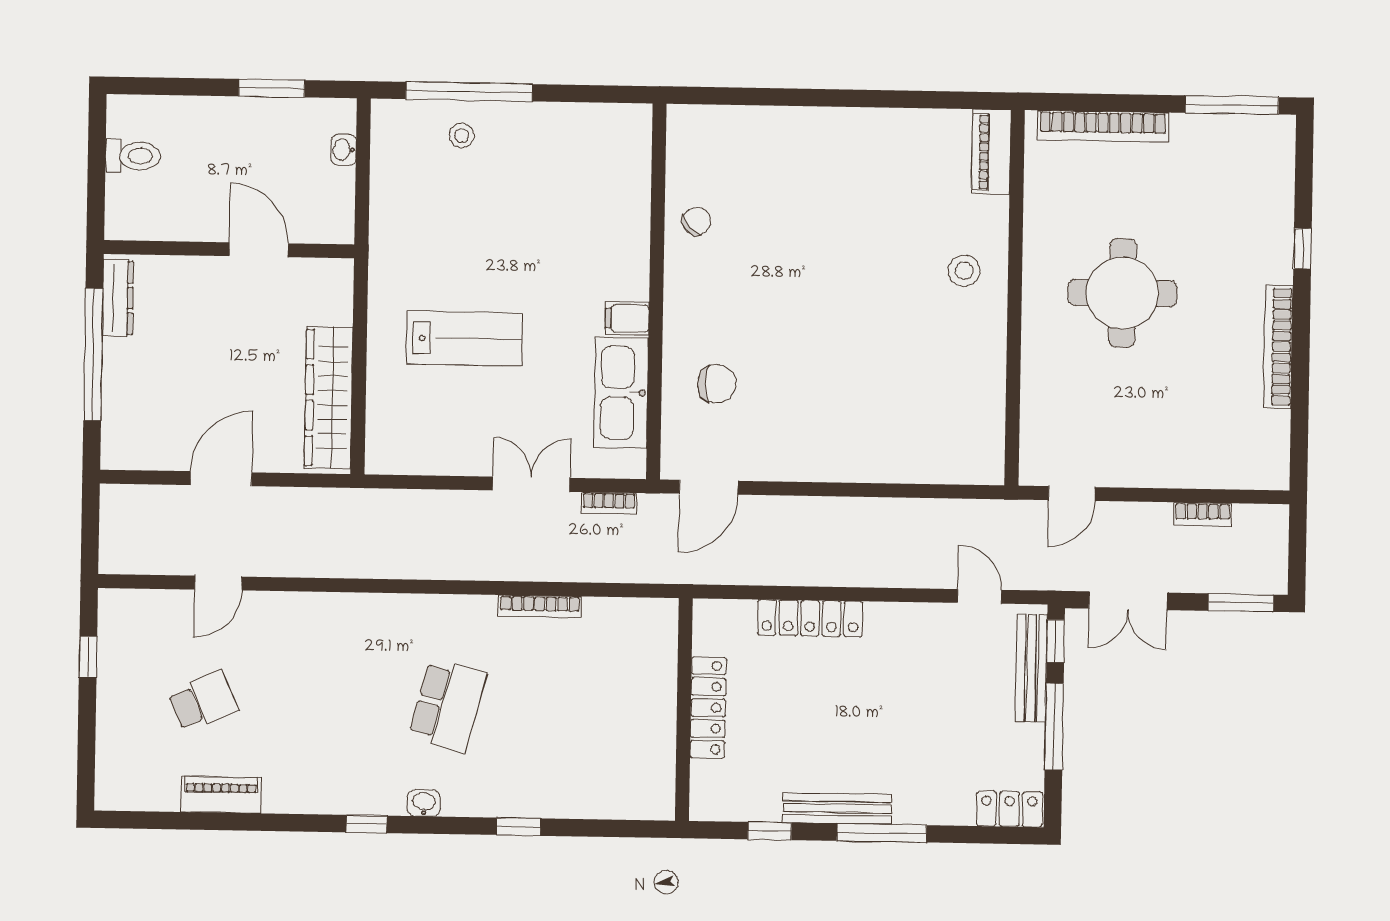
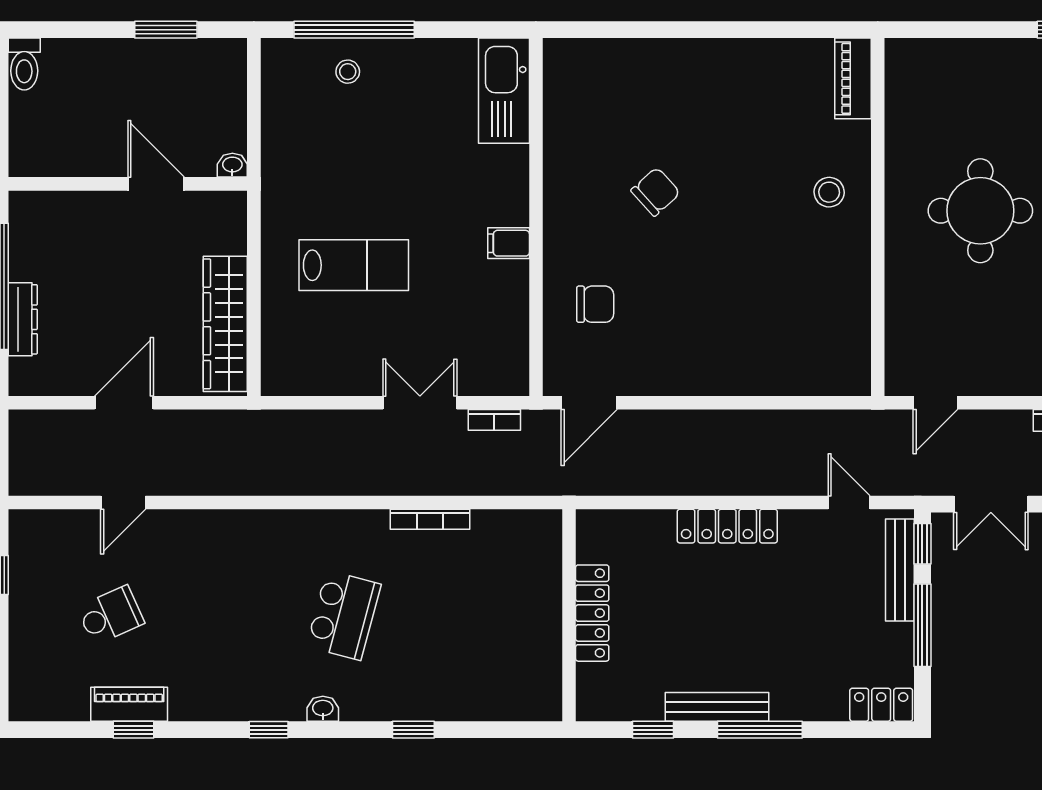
bookcase: (1103, 126) -> (959, 52), removed
washbasin: (343, 150) -> (232, 165), moved, turned 90
toilet: (133, 156) -> (24, 64), moved, turned 90
chair: (697, 221) -> (656, 192), moved, width x1.37, depth x1.37
dresser: (118, 298) -> (23, 319), moved
kitchen sink: (621, 393) -> (504, 91), moved
locker: (810, 618) -> (727, 526), moved
window: (225, 822) -> (134, 730), added

